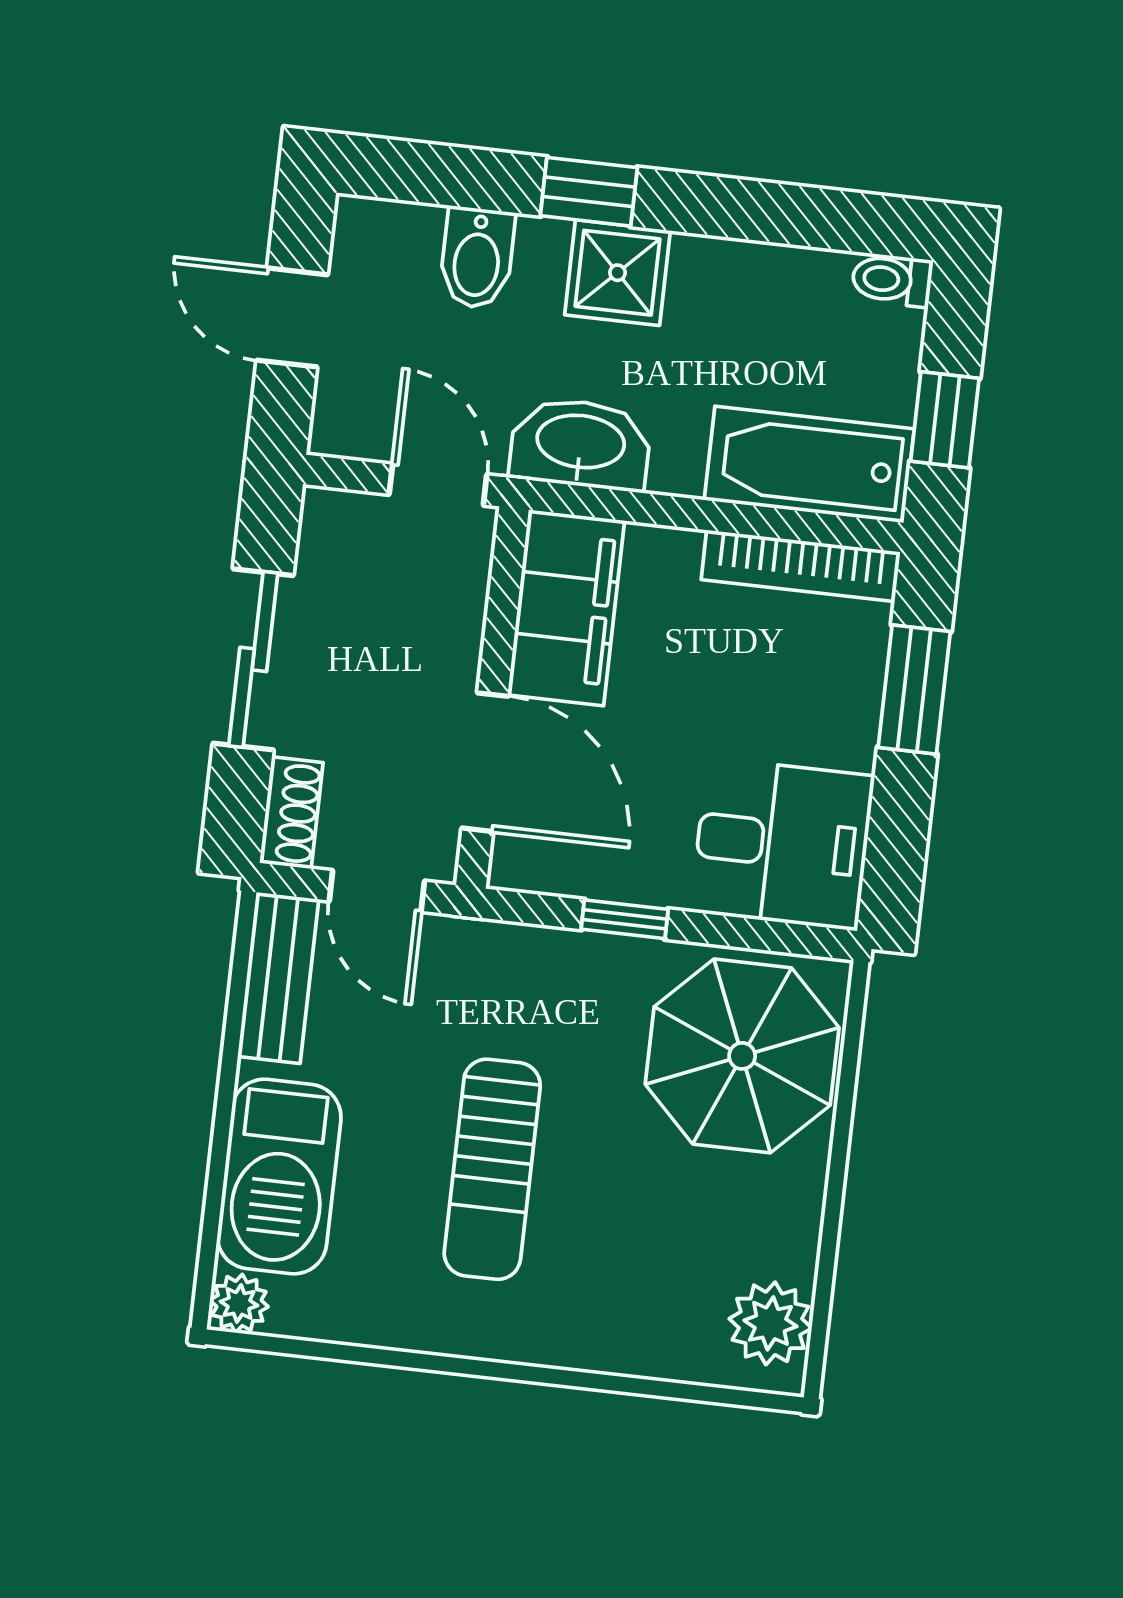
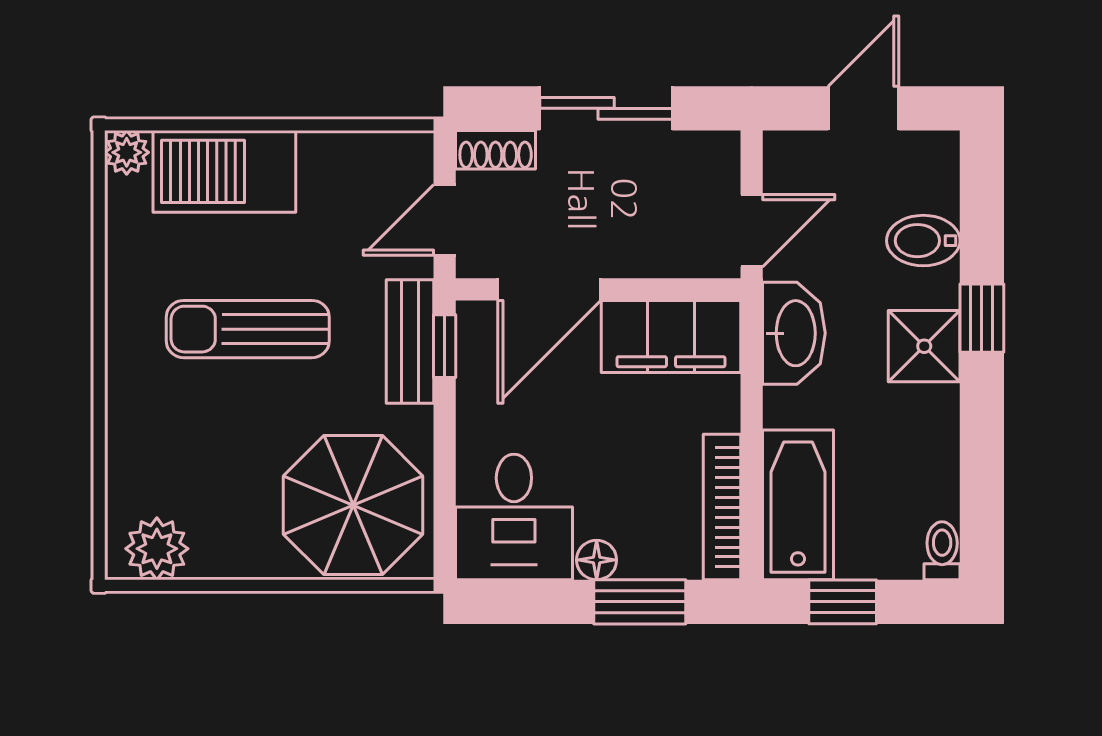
floor lamp: (852, 741) -> (597, 560), added
window: (625, 919) -> (445, 346), moved
bench: (278, 978) -> (410, 342), moved, turned 90

